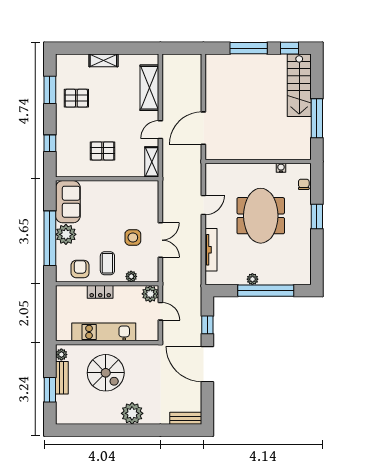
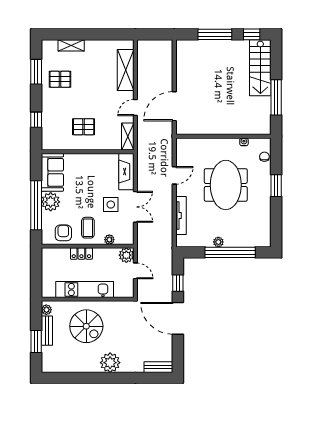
shelving: (103, 60) -> (71, 45), moved
fireplace: (150, 201) -> (126, 172), added

